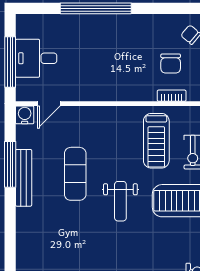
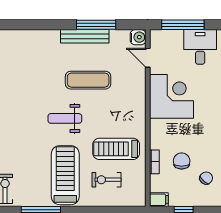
desk: (36, 58) -> (200, 47), moved
chair: (171, 64) -> (182, 161), turned 90
corner desk: (94, 75) -> (172, 96), added

